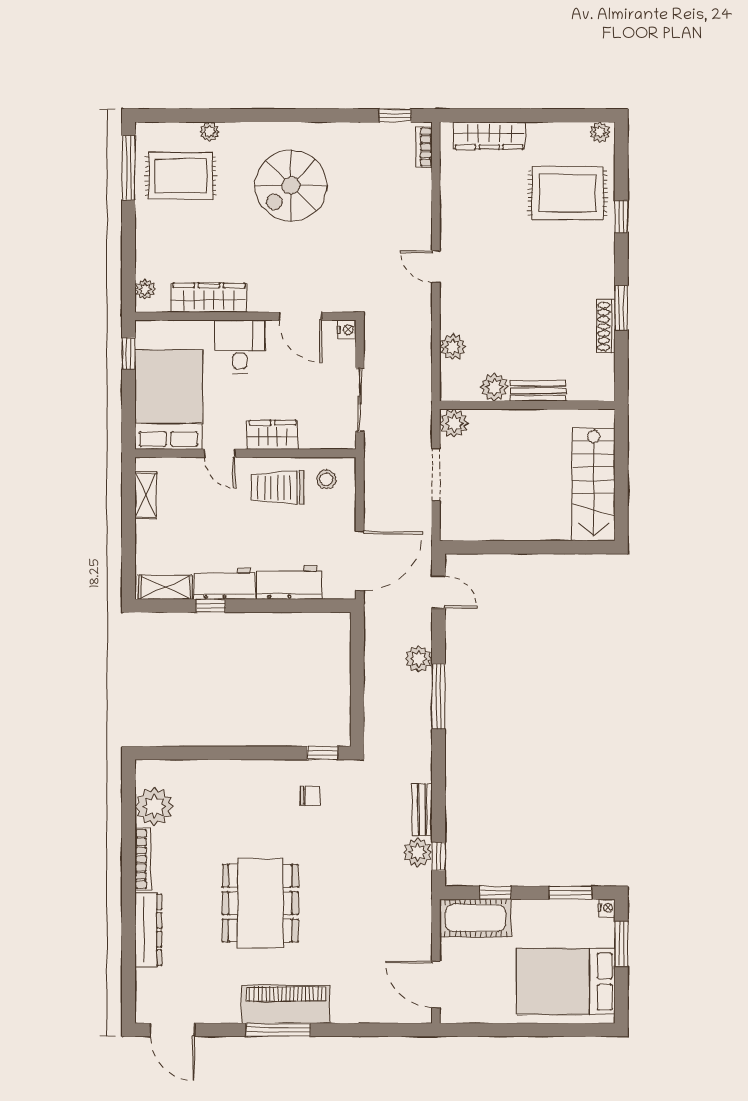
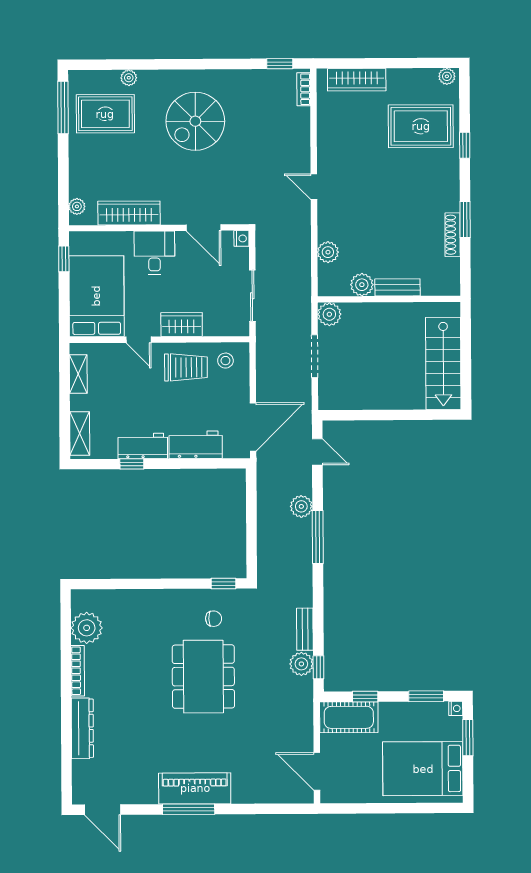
trolley: (278, 488) -> (186, 367), turned 180
shelving: (165, 587) -> (80, 433), moved, turned 90
dining table: (260, 903) -> (203, 677), moved

